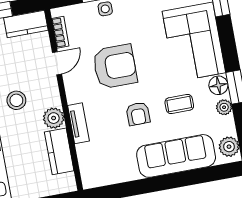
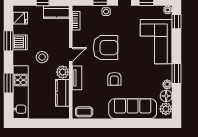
door: (57, 63) -> (71, 55), moved
floor lamp: (218, 85) -> (166, 96), moved
coffee table: (179, 104) -> (84, 112), moved

